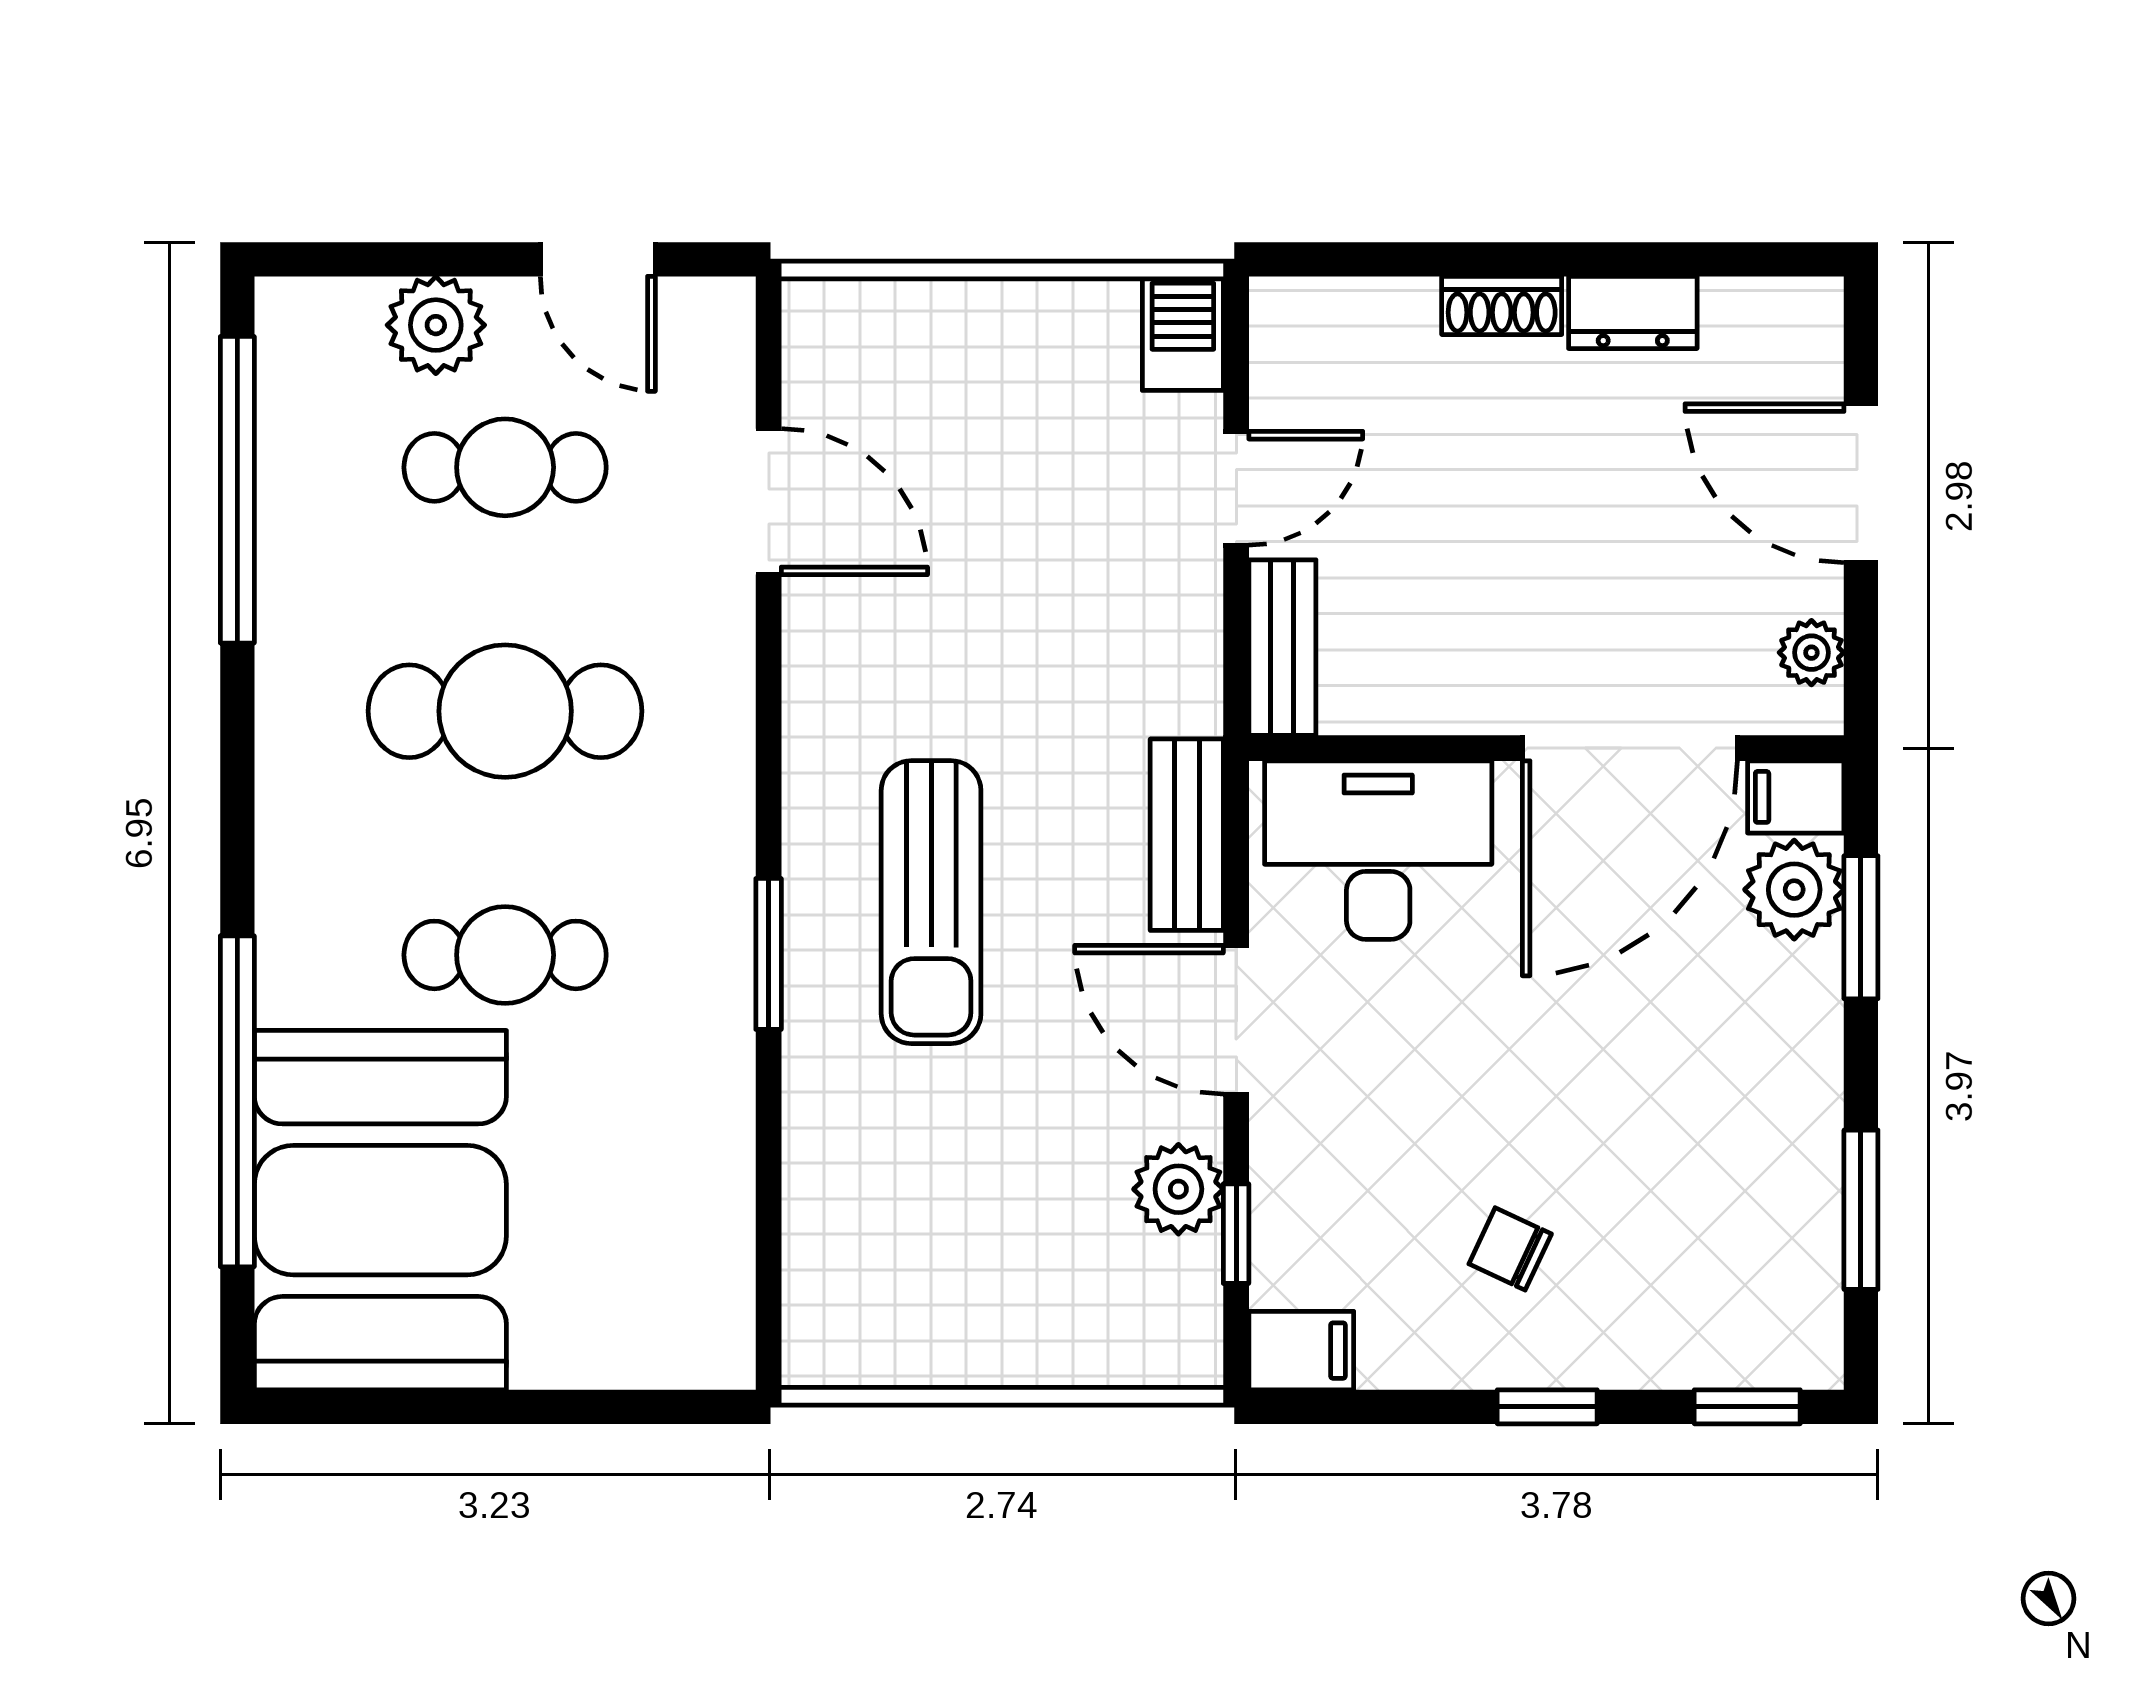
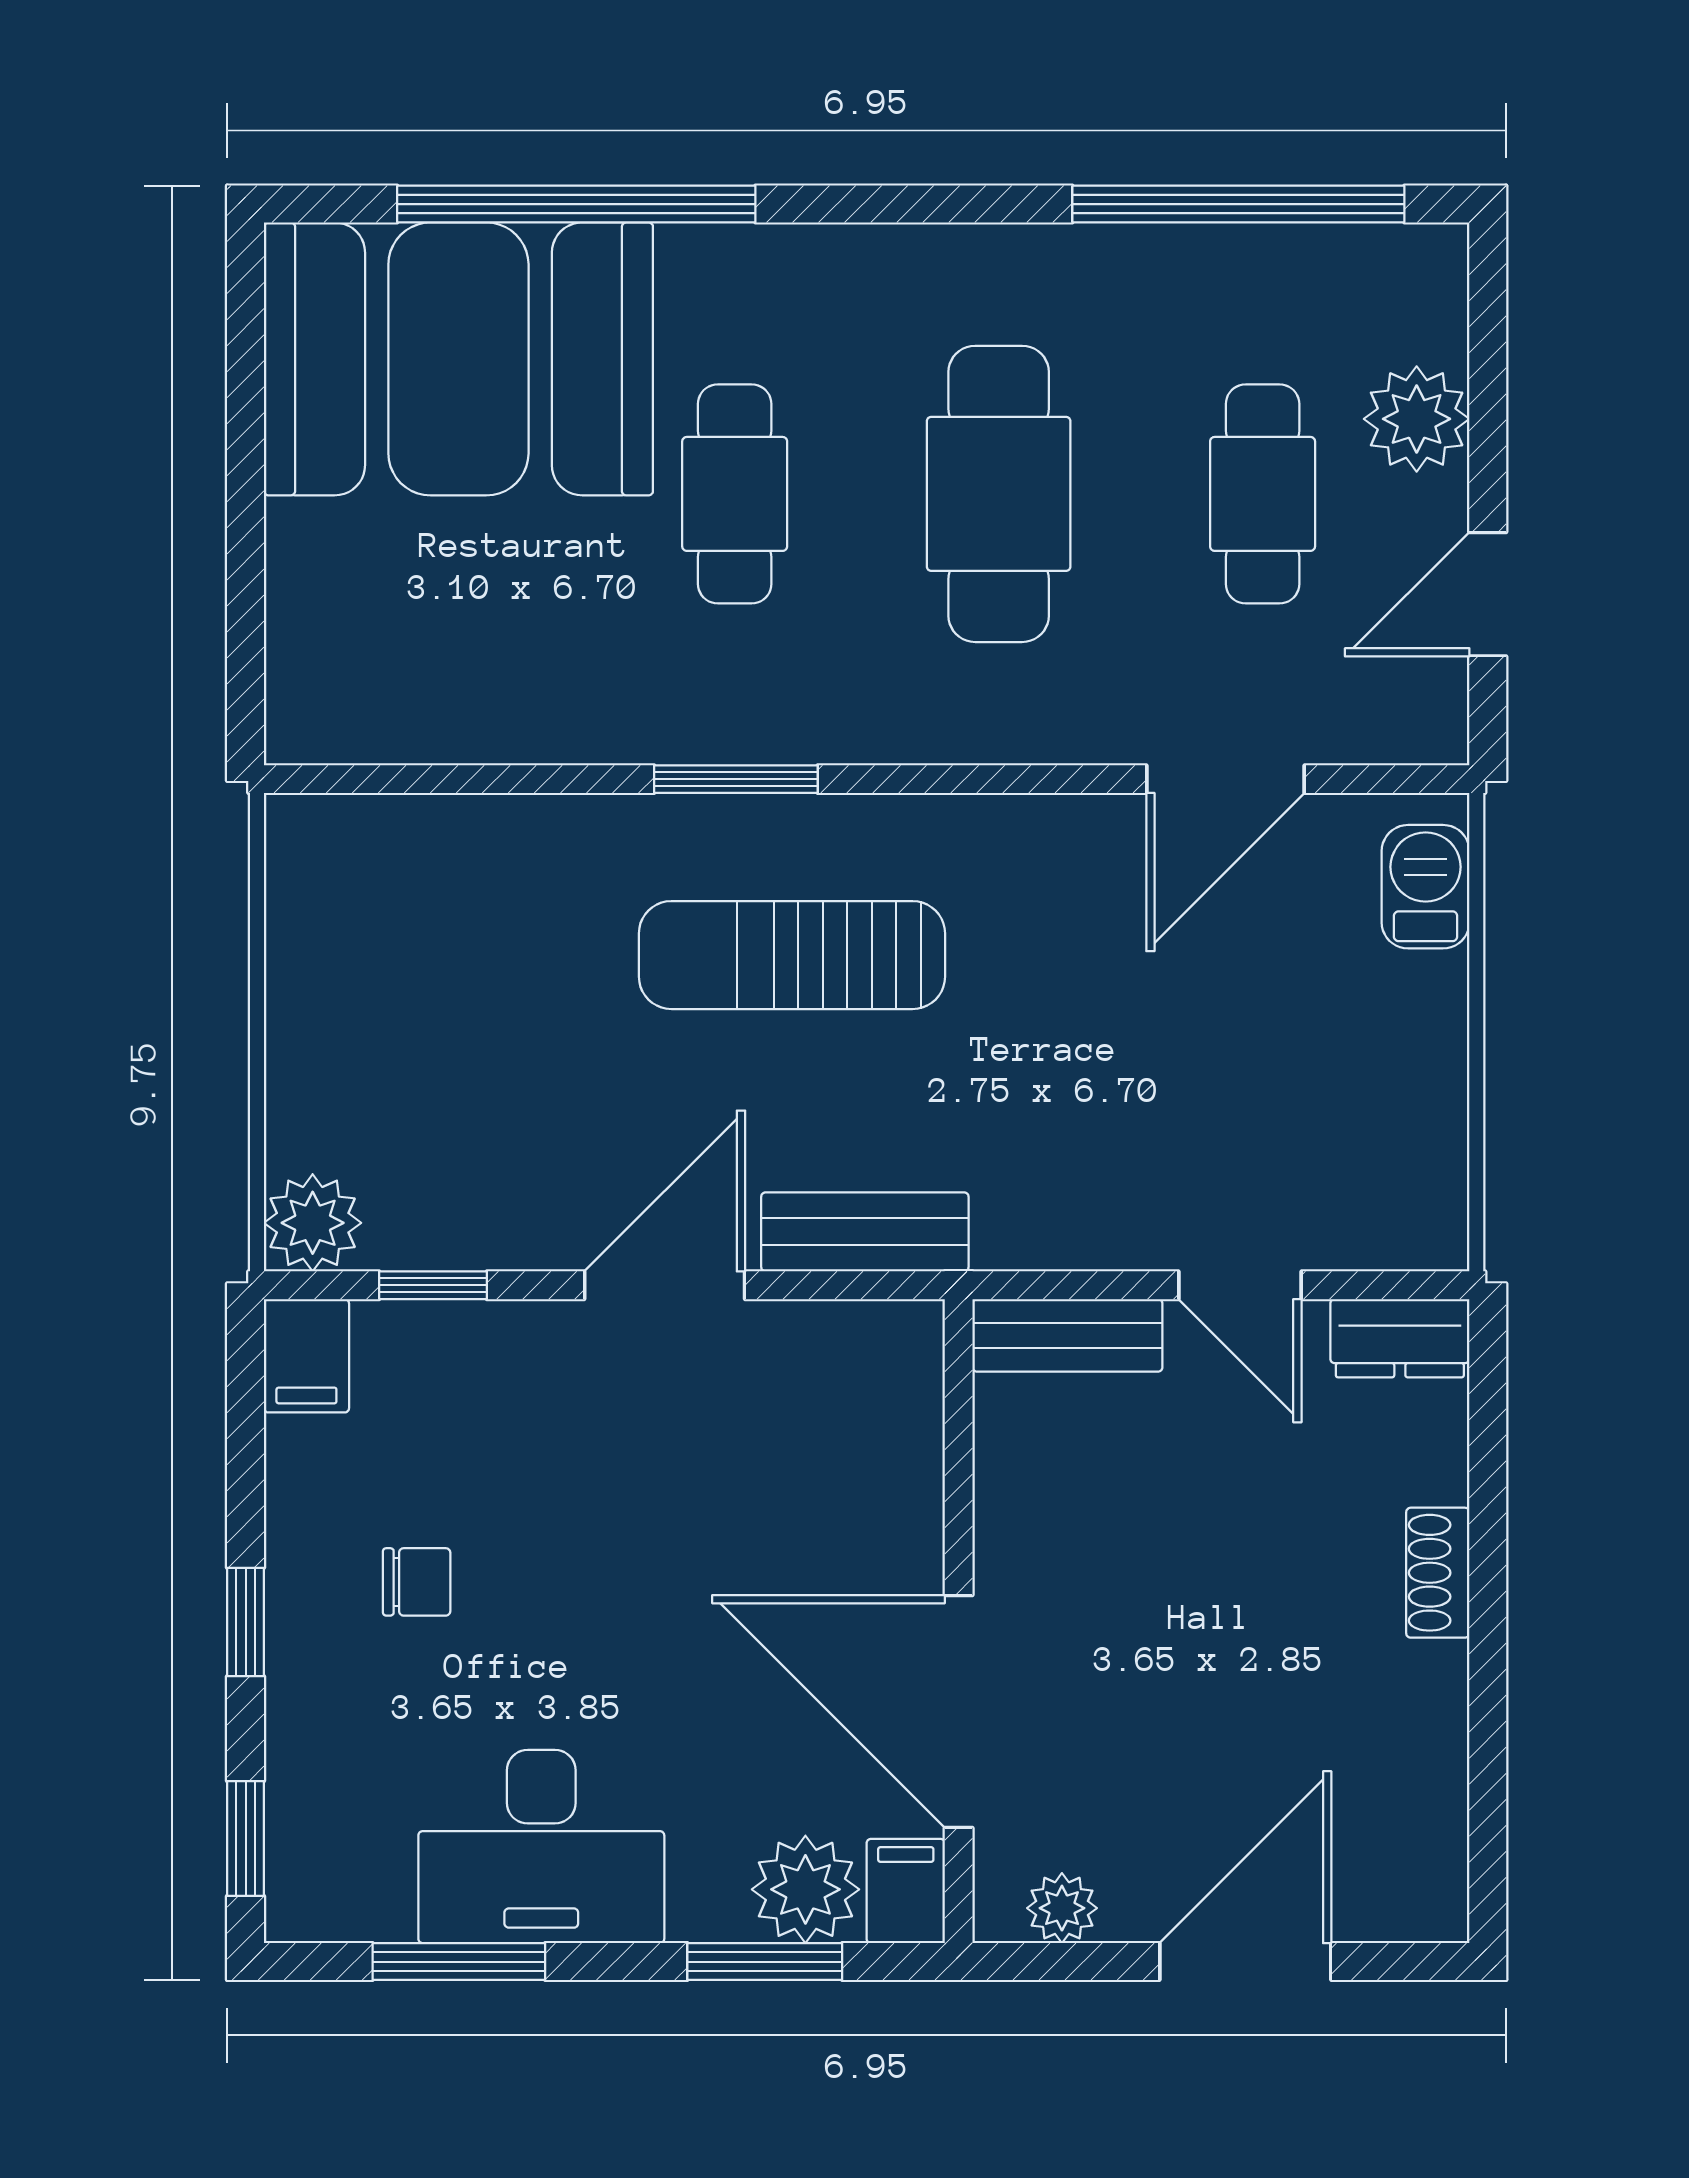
dresser: (1633, 312) -> (1400, 1338), moved, turned -90
barbecue: (1183, 333) -> (1426, 887), moved, turned -90
desk: (1378, 850) -> (541, 1847), moved, turned 90
plant: (1178, 1189) -> (313, 1223), moved
chair: (1510, 1249) -> (417, 1582), turned 65

